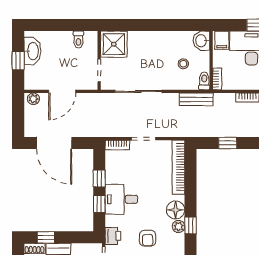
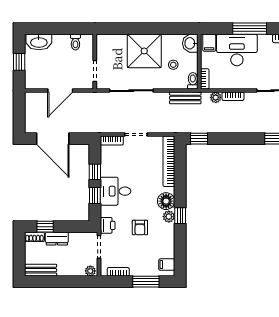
shower: (114, 44) -> (144, 51), moved, width x1.37, depth x1.37
washbasin: (32, 51) -> (39, 42), moved, turned 90
plant: (33, 99) -> (216, 97), moved
window: (228, 143) -> (199, 139), moved

